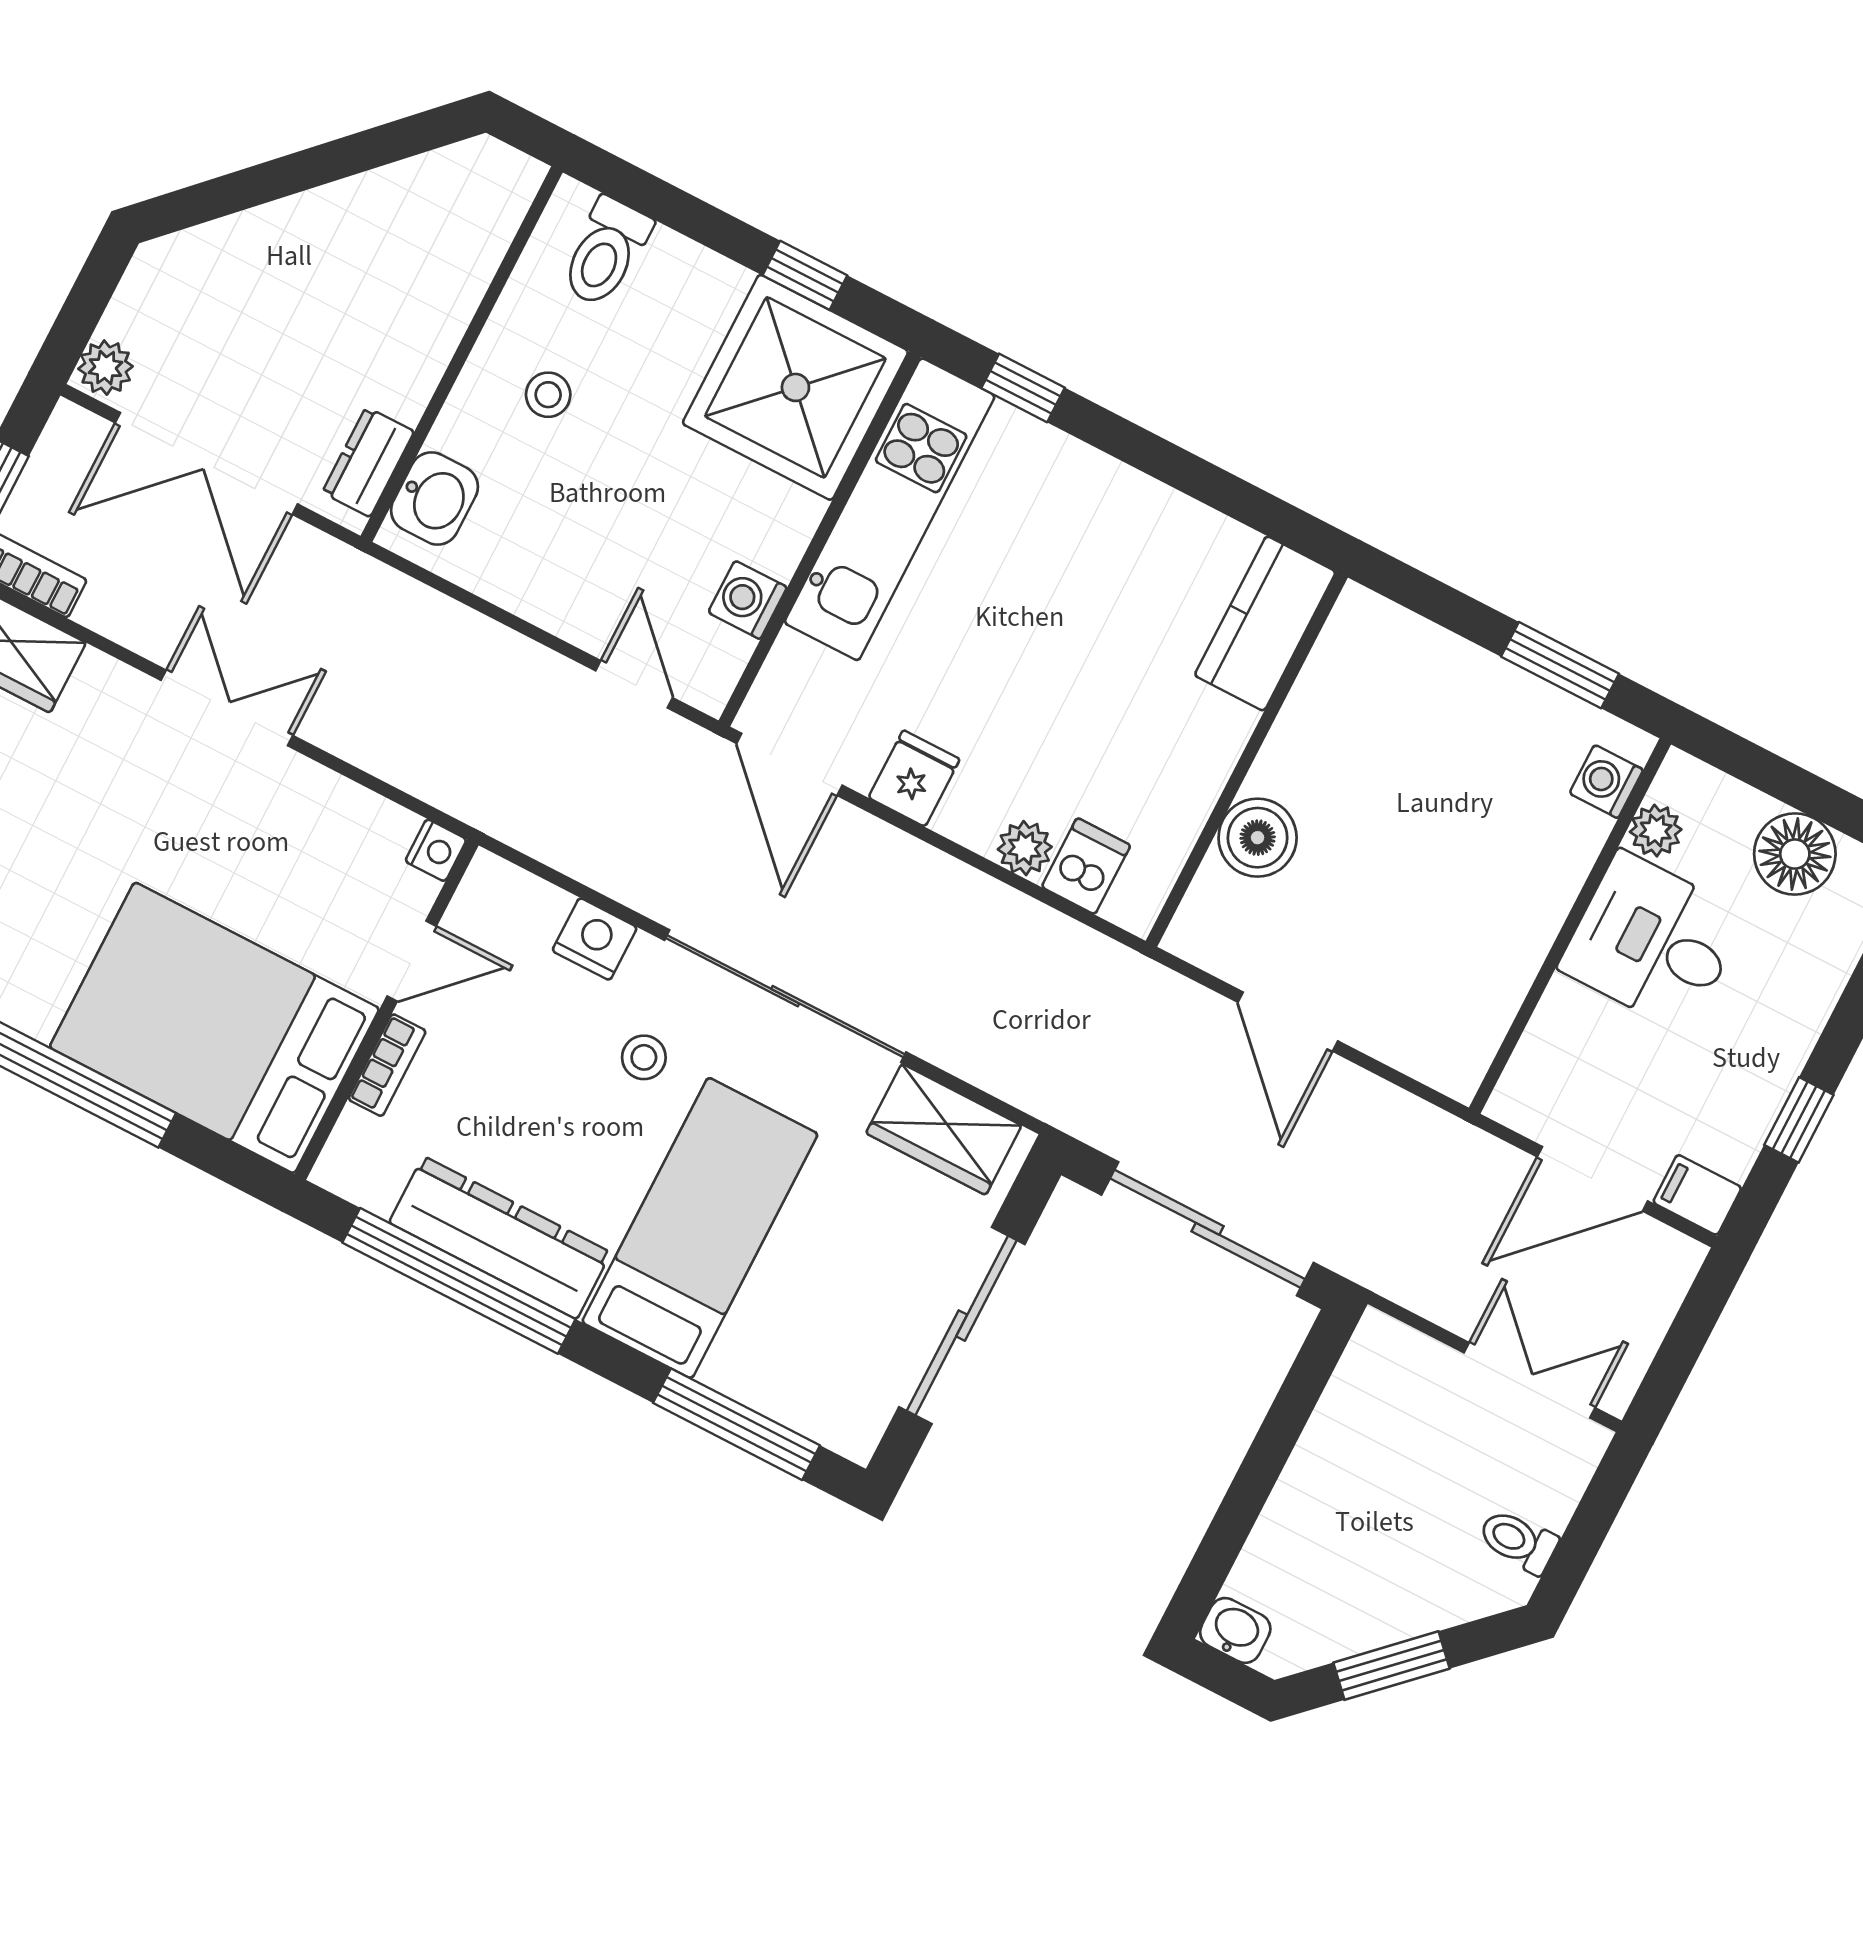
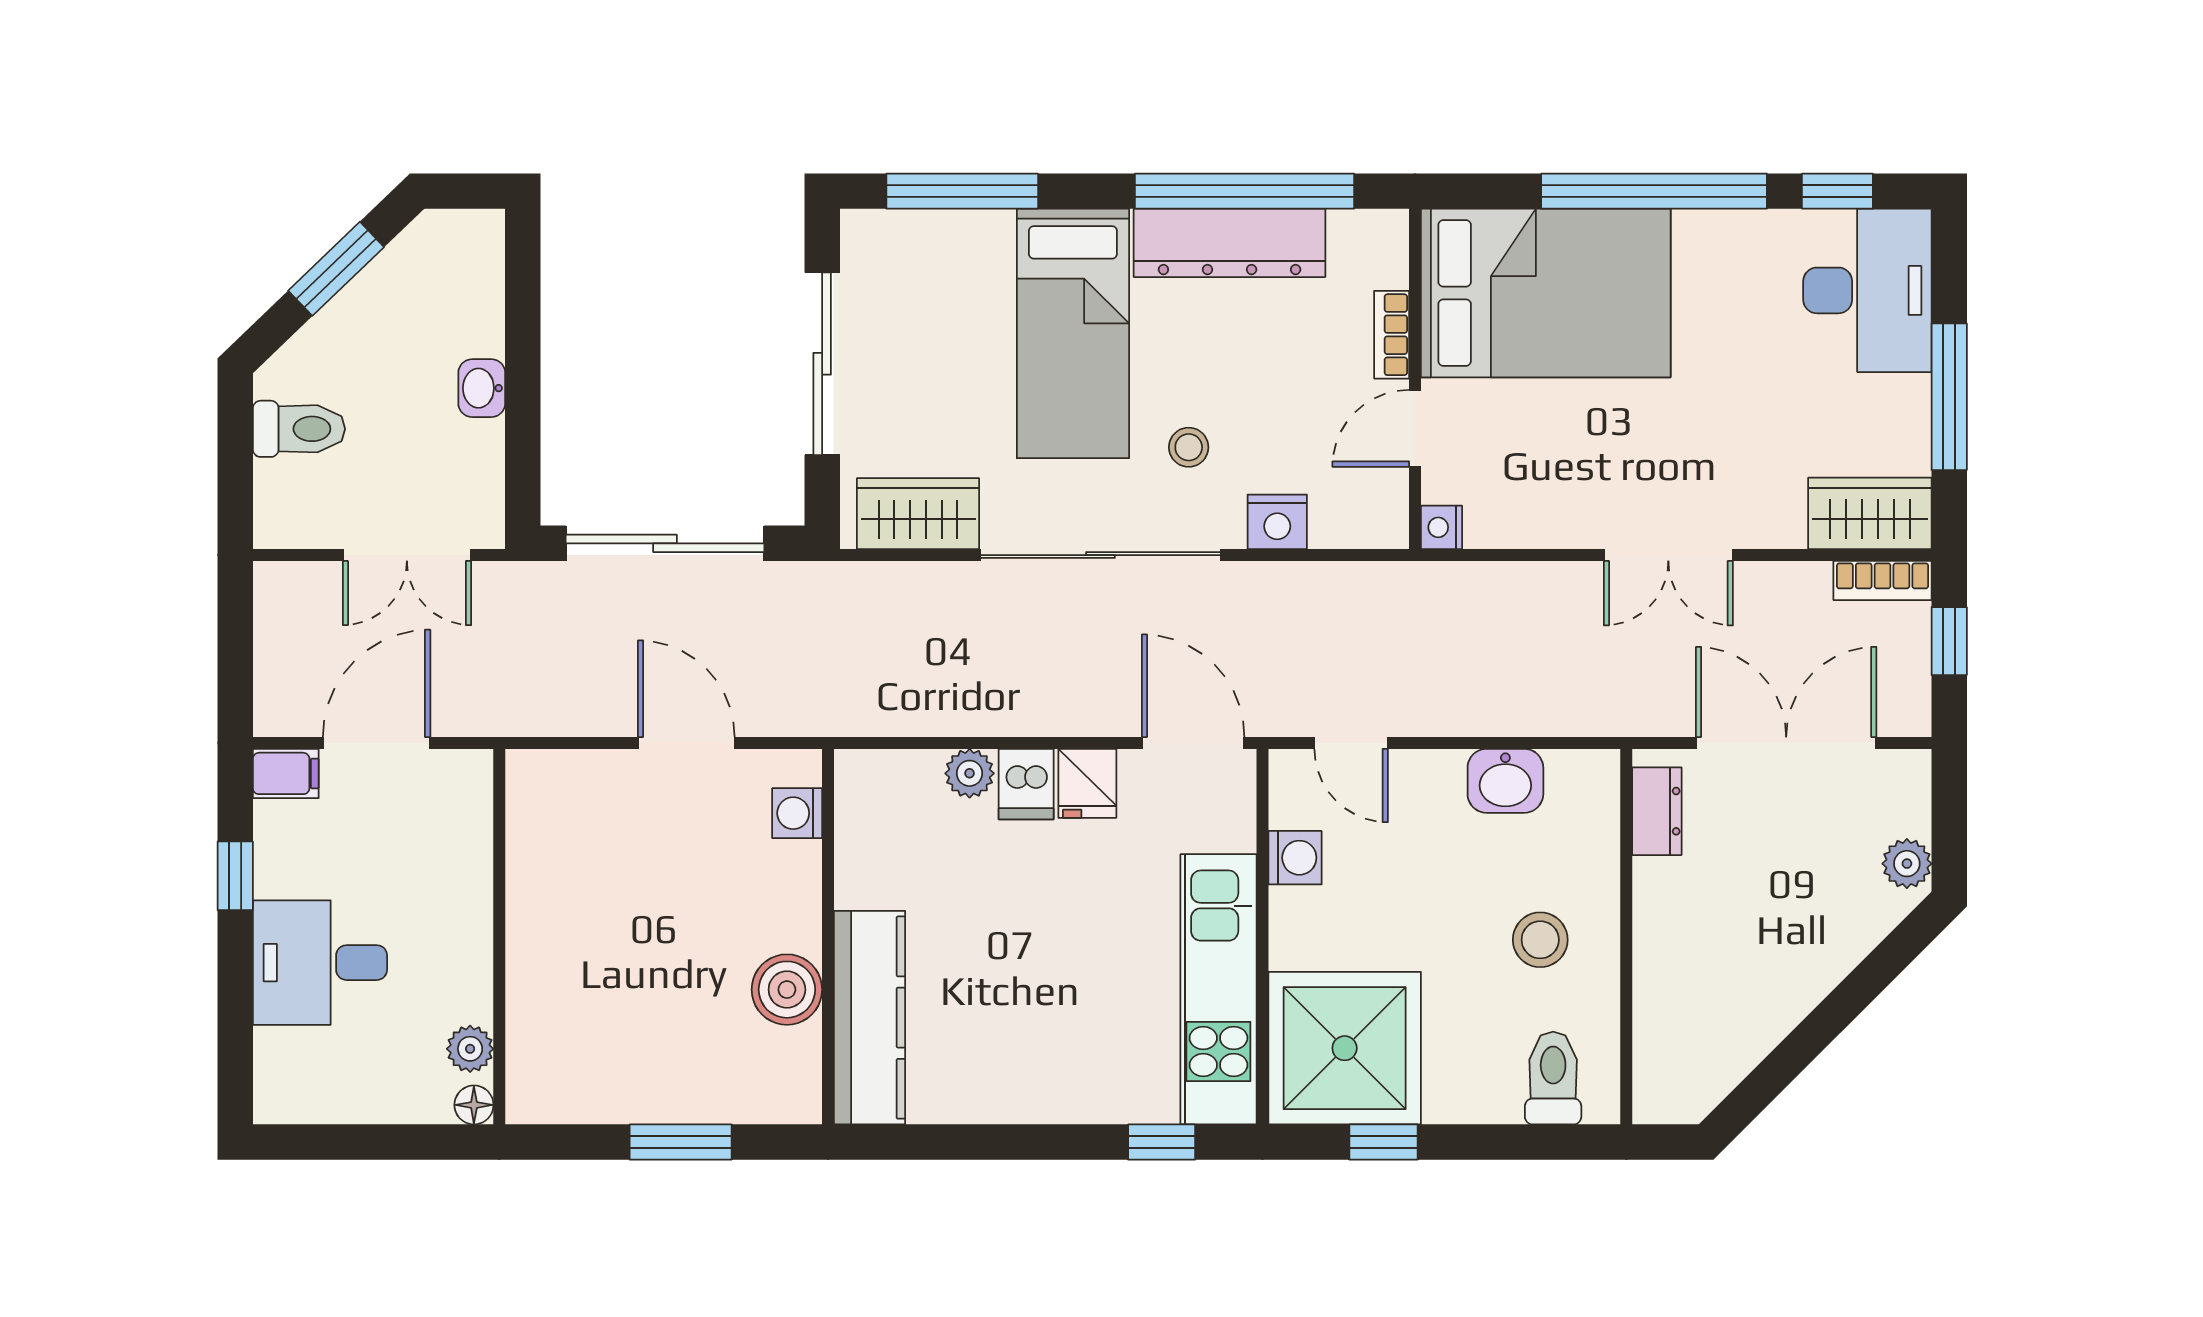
plant: (106, 368) -> (1907, 864), moved
stool: (548, 395) -> (1540, 940), width x1.37, depth x1.37
washbasin: (435, 498) -> (1505, 781), moved, turned -90
kitchen counter: (1265, 624) -> (870, 1018), width x1.50
window: (1560, 665) -> (681, 1142), moved
washing machine: (1606, 781) -> (797, 813), moved, turned 180
boiler: (1258, 838) -> (787, 990), moved
floor lamp: (1795, 854) -> (474, 1105), moved, width x0.53, depth x0.53
dishwasher: (1086, 866) -> (1026, 784), moved
desk: (1653, 942) -> (320, 963), moved, turned 180
double door: (1529, 1380) -> (407, 555), moved
toilet: (1518, 1541) -> (299, 429), width x1.37, depth x1.39
washbasin: (1235, 1630) -> (482, 388), moved, turned 90

